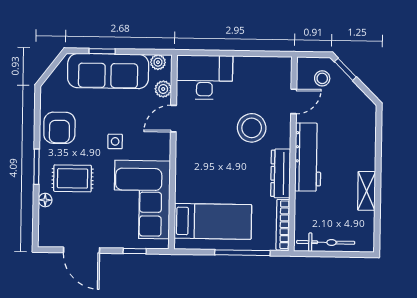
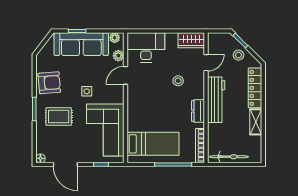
wardrobe: (272, 68) -> (191, 40), added
stool: (322, 78) -> (238, 55), moved
armchair: (59, 128) -> (49, 83), turned -95
stool: (252, 128) -> (178, 81), width x0.53, depth x0.53
locker: (366, 140) -> (255, 88), added
dresser: (281, 173) -> (198, 111), width x0.70
floor lamp: (45, 200) -> (40, 158), moved

